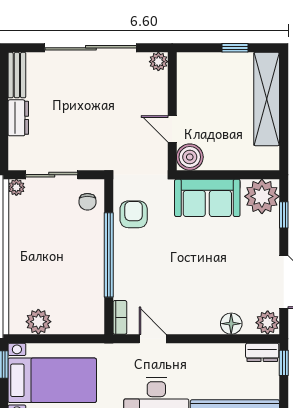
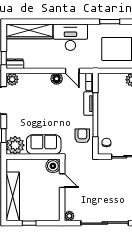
armchair: (134, 214) -> (82, 136), turned 180
tv unit: (122, 276) -> (89, 104), added
floor lamp: (231, 324) -> (57, 79), moved

